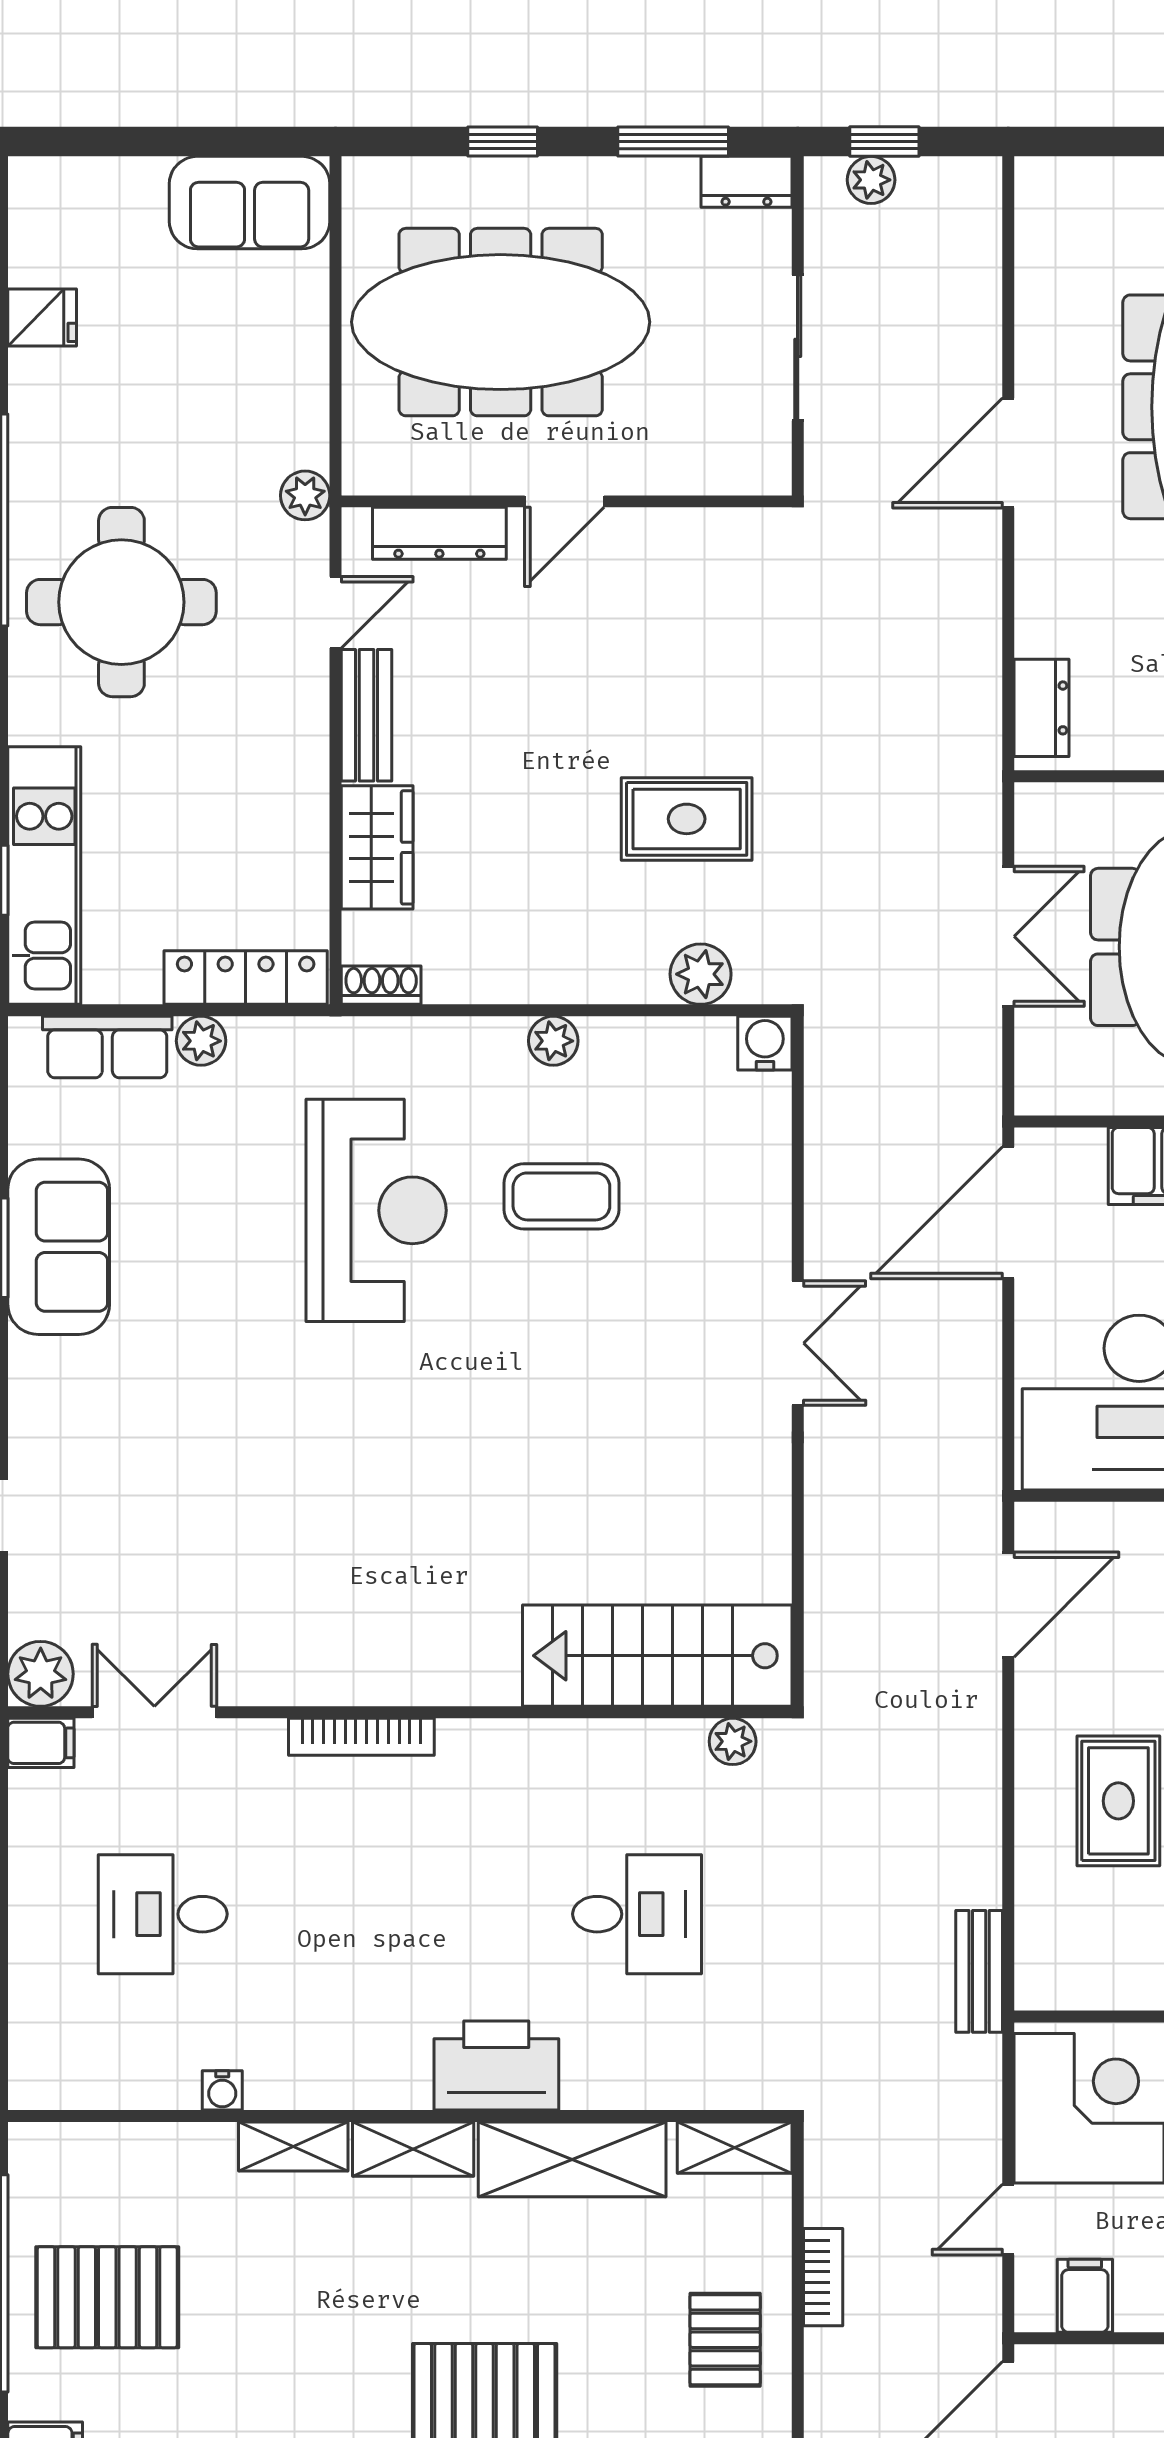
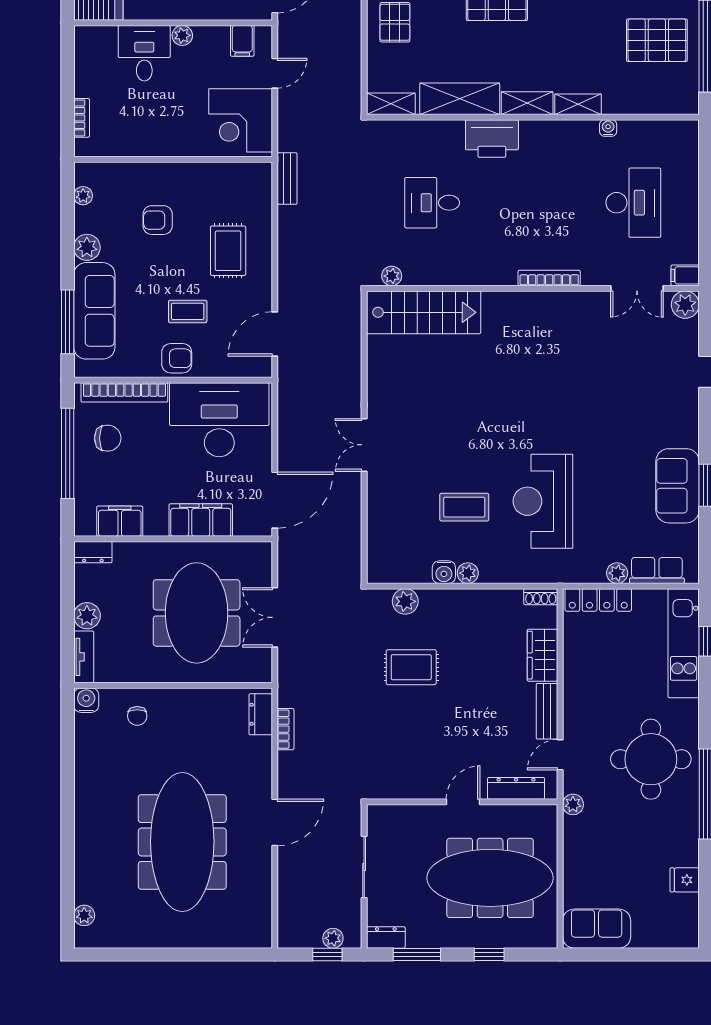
water cooler: (765, 1043) -> (444, 572), moved
desk: (163, 1914) -> (633, 203), width x1.37
bookcase: (823, 2277) -> (286, 729), moved, turned 180

